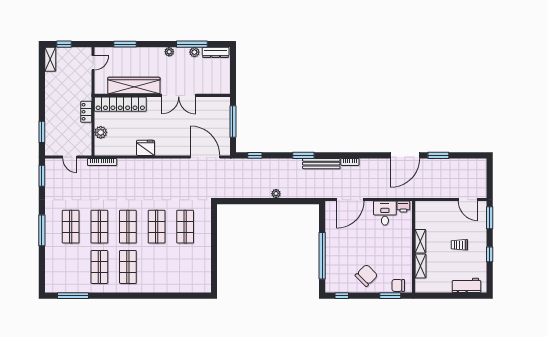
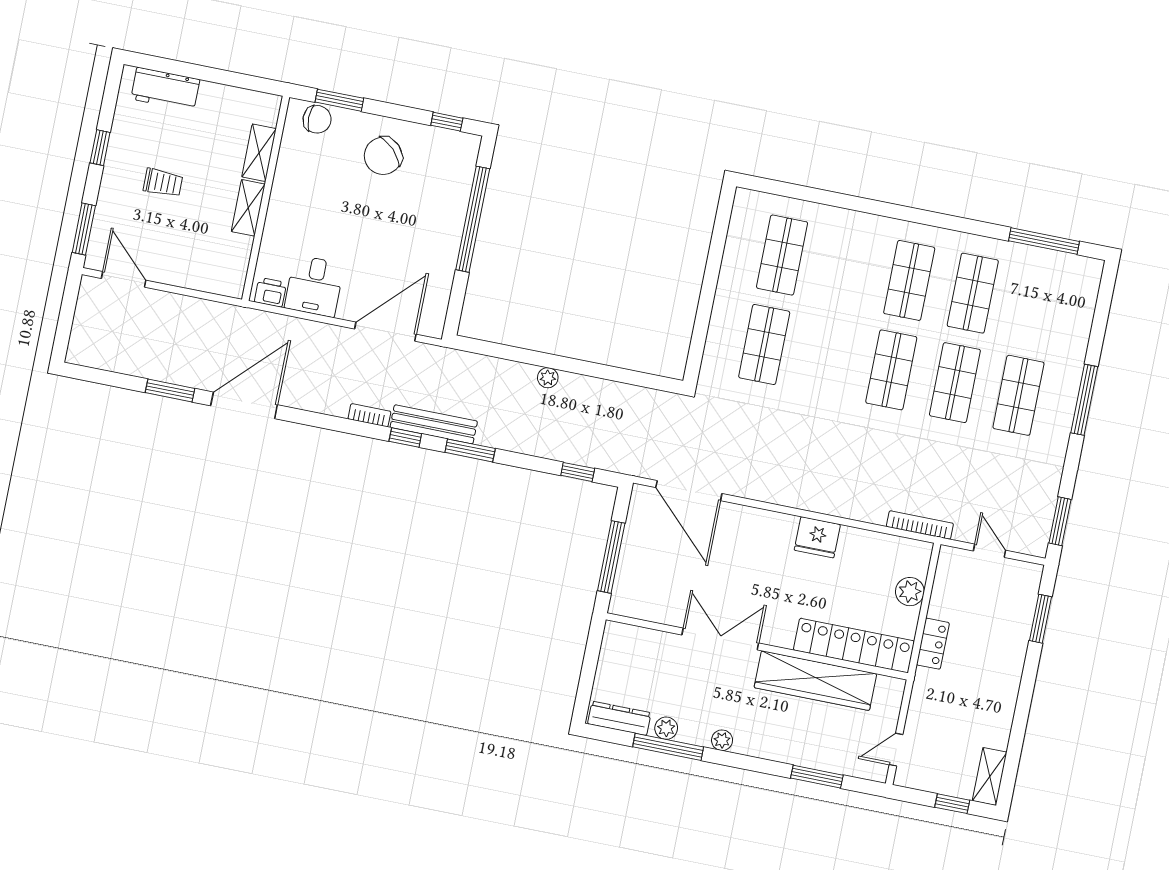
window: (332, 155) -> (405, 438), added
shop shelf: (157, 227) -> (782, 255), moved

